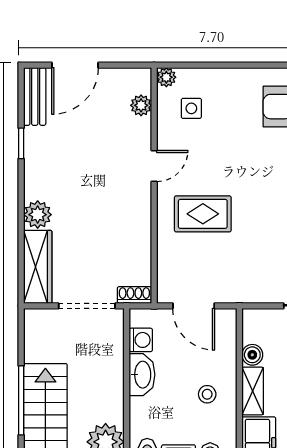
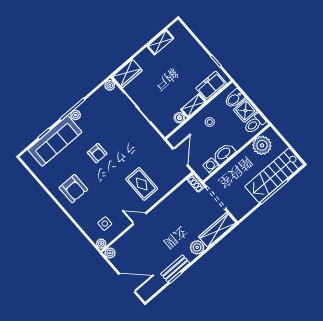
bench: (35, 96) -> (175, 268), moved
plant: (141, 105) -> (110, 253), moved

